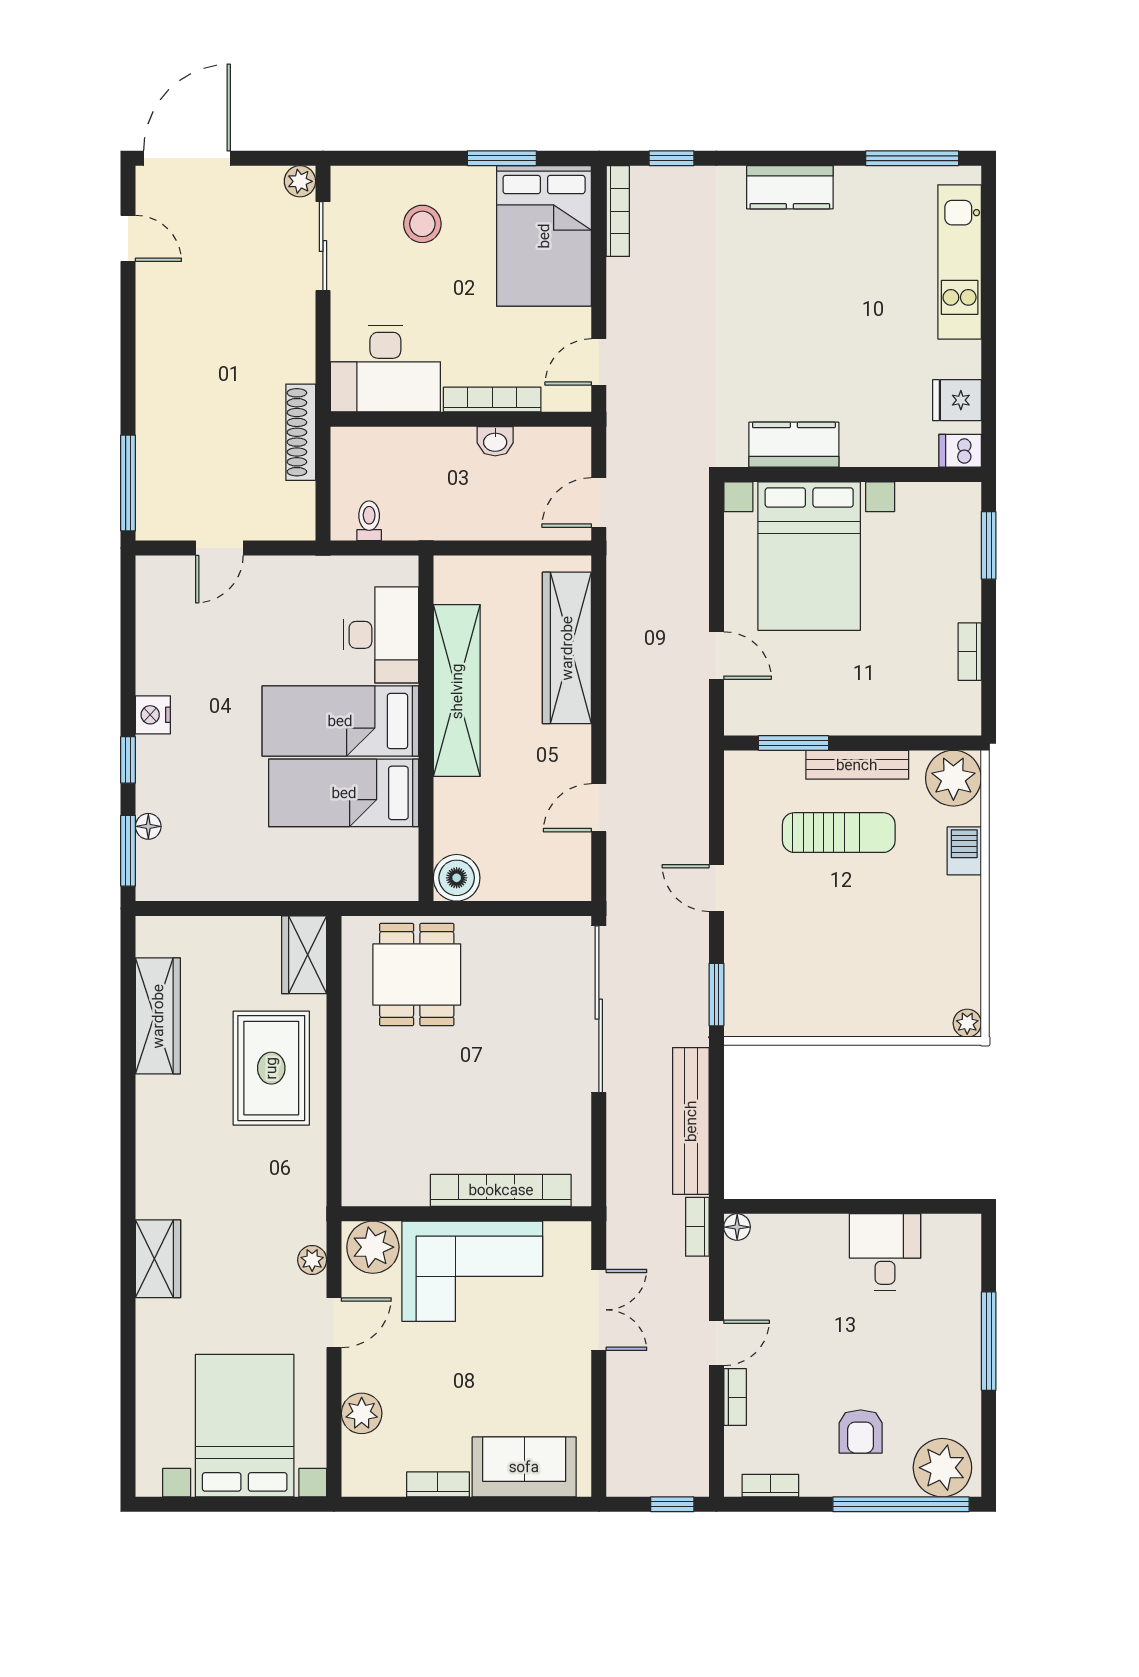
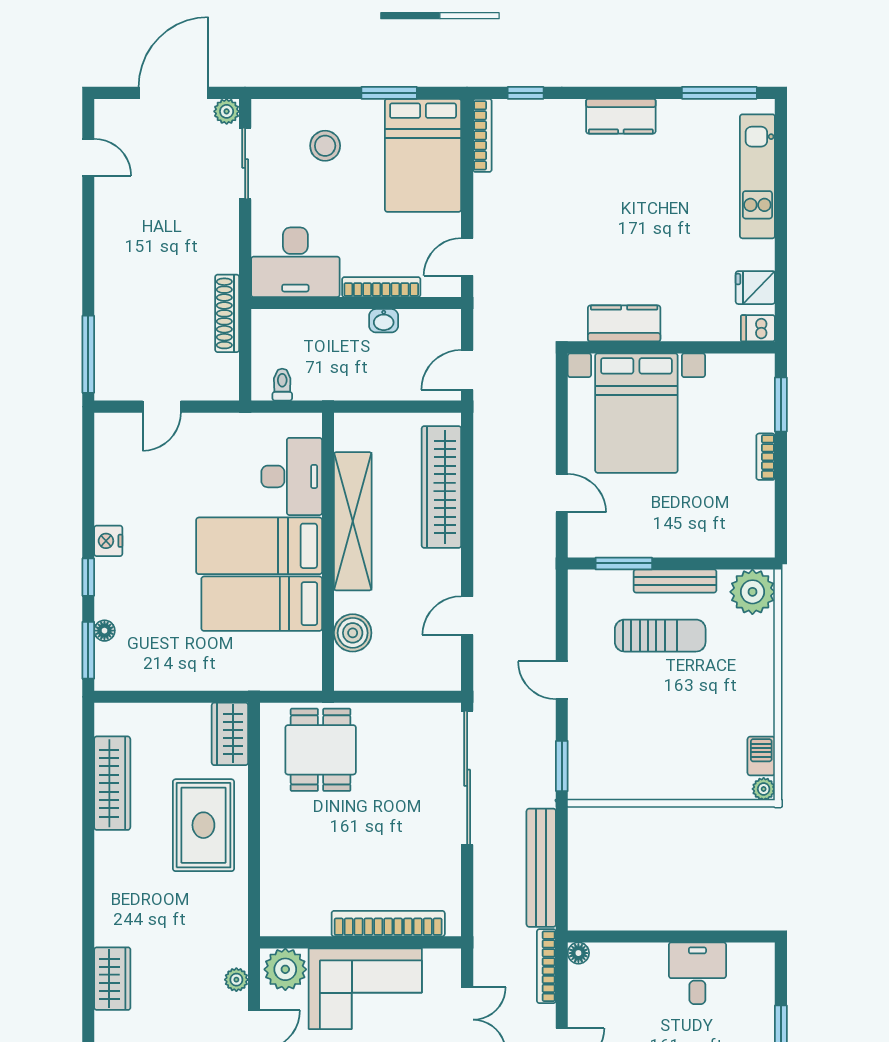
door: (187, 158) -> (174, 93), moved
bookcase: (970, 652) -> (766, 457), moved
barbecue: (964, 851) -> (761, 756), moved
boiler: (457, 878) -> (353, 633), moved
bookcase: (697, 1227) -> (546, 966), width x1.56

